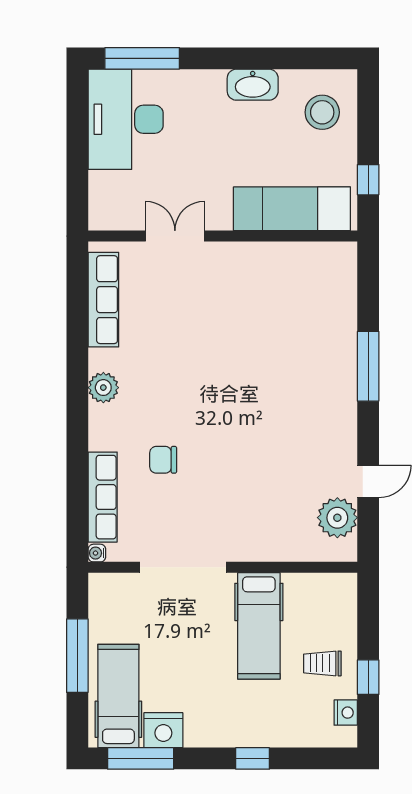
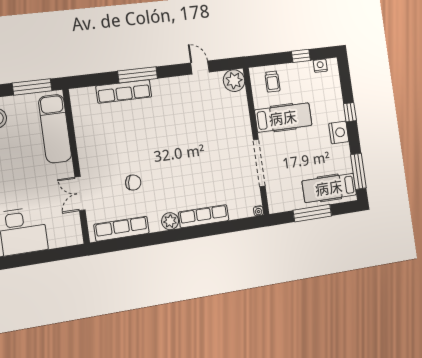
window: (368, 180) -> (32, 87), width x2.17
row of seats: (342, 338) -> (124, 91), added
chair: (163, 460) -> (133, 183), moved, turned -79
row of seats: (103, 497) -> (204, 216), moved
plant: (337, 518) -> (234, 81), moved
trolley: (322, 663) -> (272, 82), moved
nightstand: (163, 730) -> (339, 132), moved

